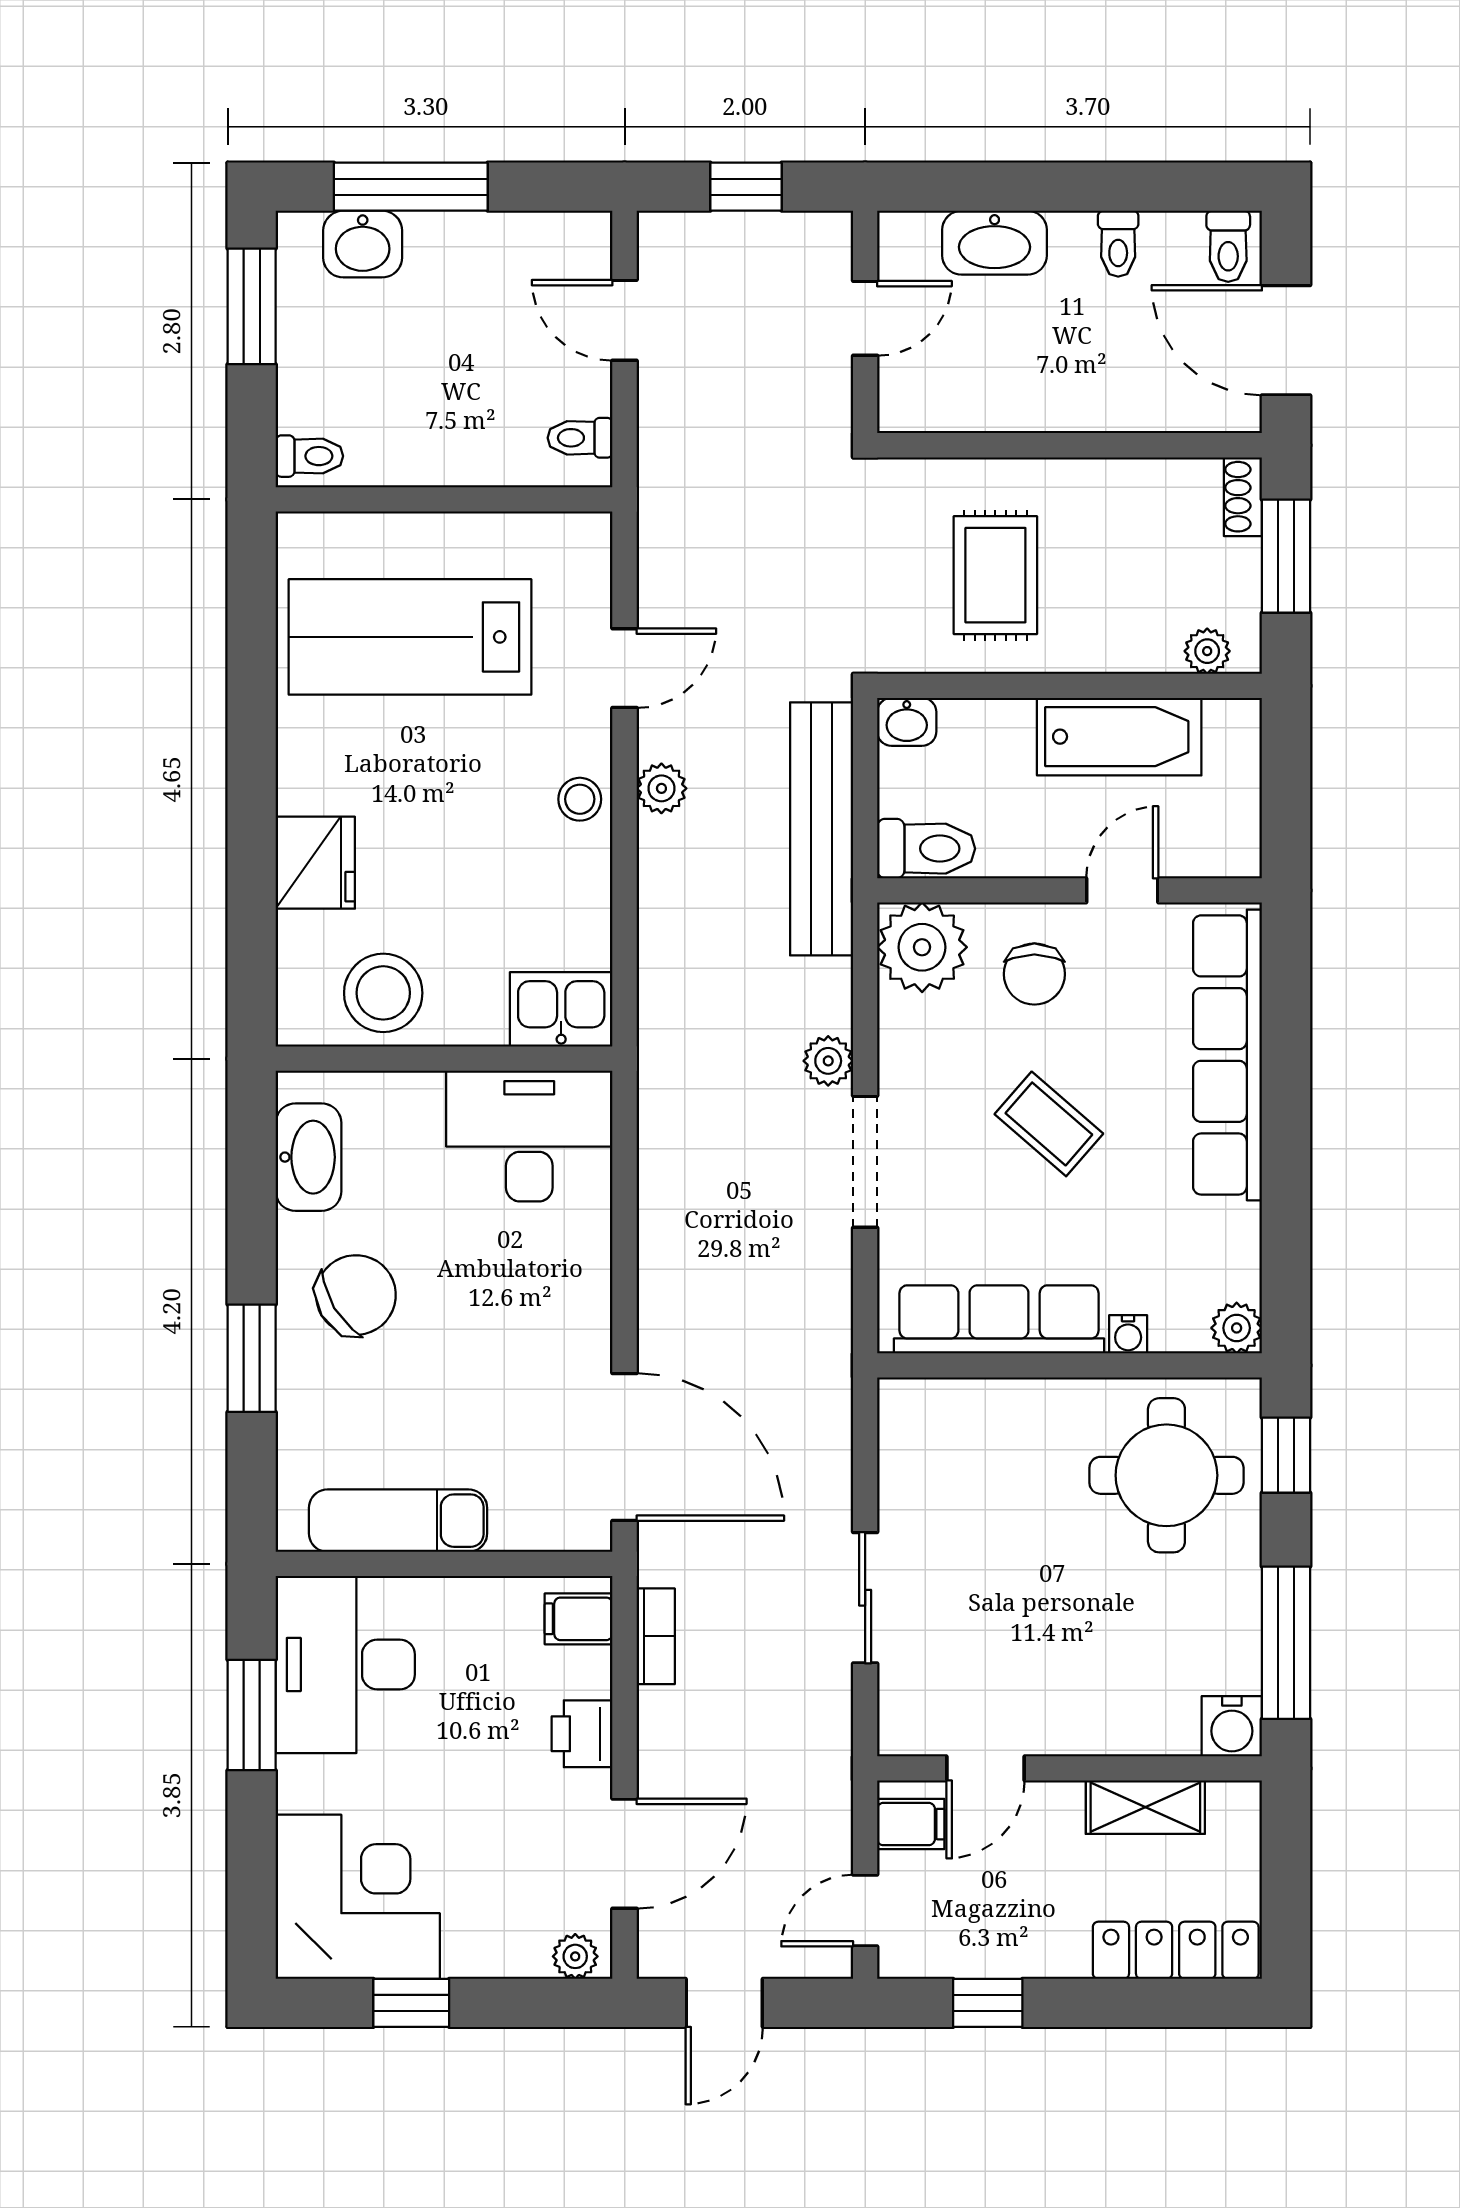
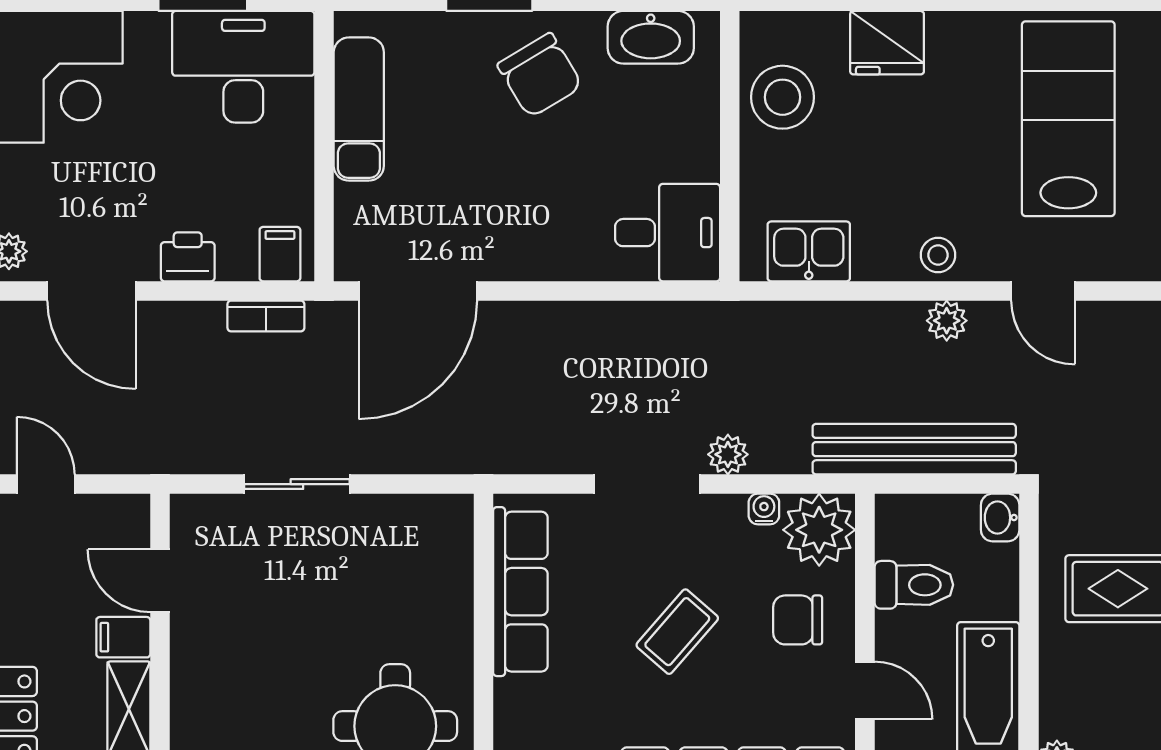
toilet: (926, 849) -> (914, 585), moved, turned -90
kitchen sink: (561, 1009) -> (809, 251), moved, turned -90
desk: (529, 1136) -> (668, 233), width x0.73
water cooler: (1128, 1334) -> (764, 509), moved, turned 90
filing cabinet: (911, 1824) -> (123, 637), moved, turned 90

